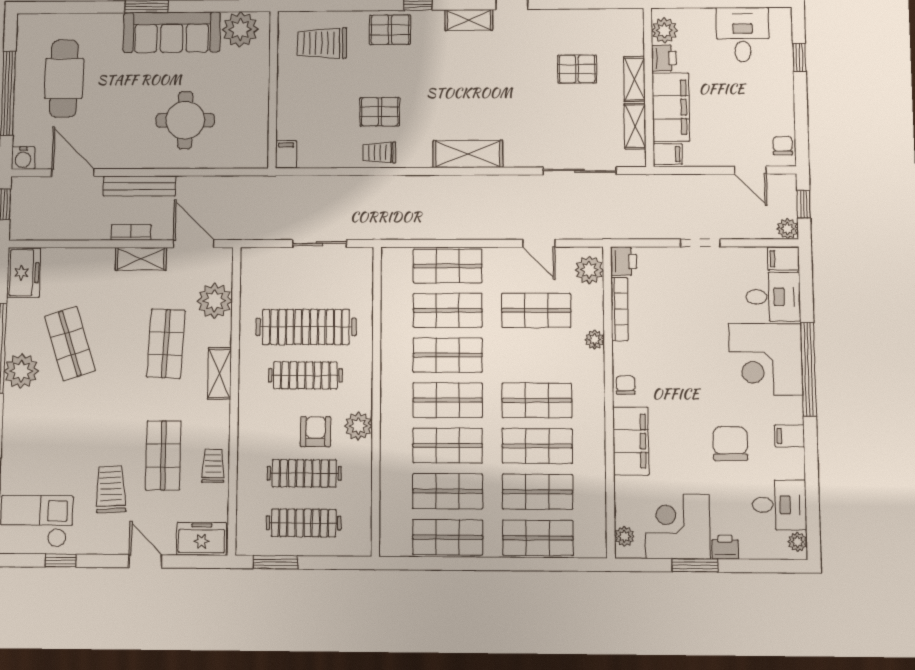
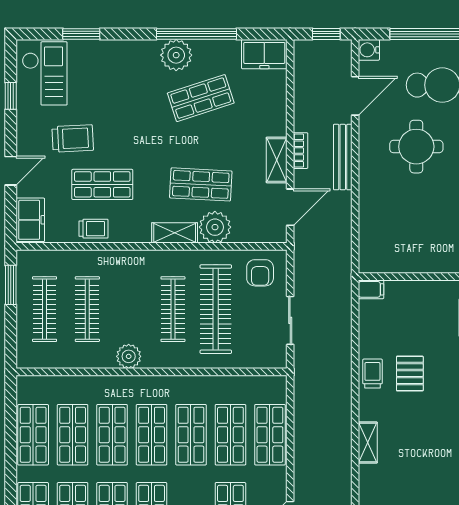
round table: (185, 120) -> (416, 147), moved
shelving: (468, 154) -> (368, 443), width x0.67, depth x0.75
plant: (215, 301) -> (215, 227), moved
armchair: (316, 432) -> (260, 273), moved, turned 90

